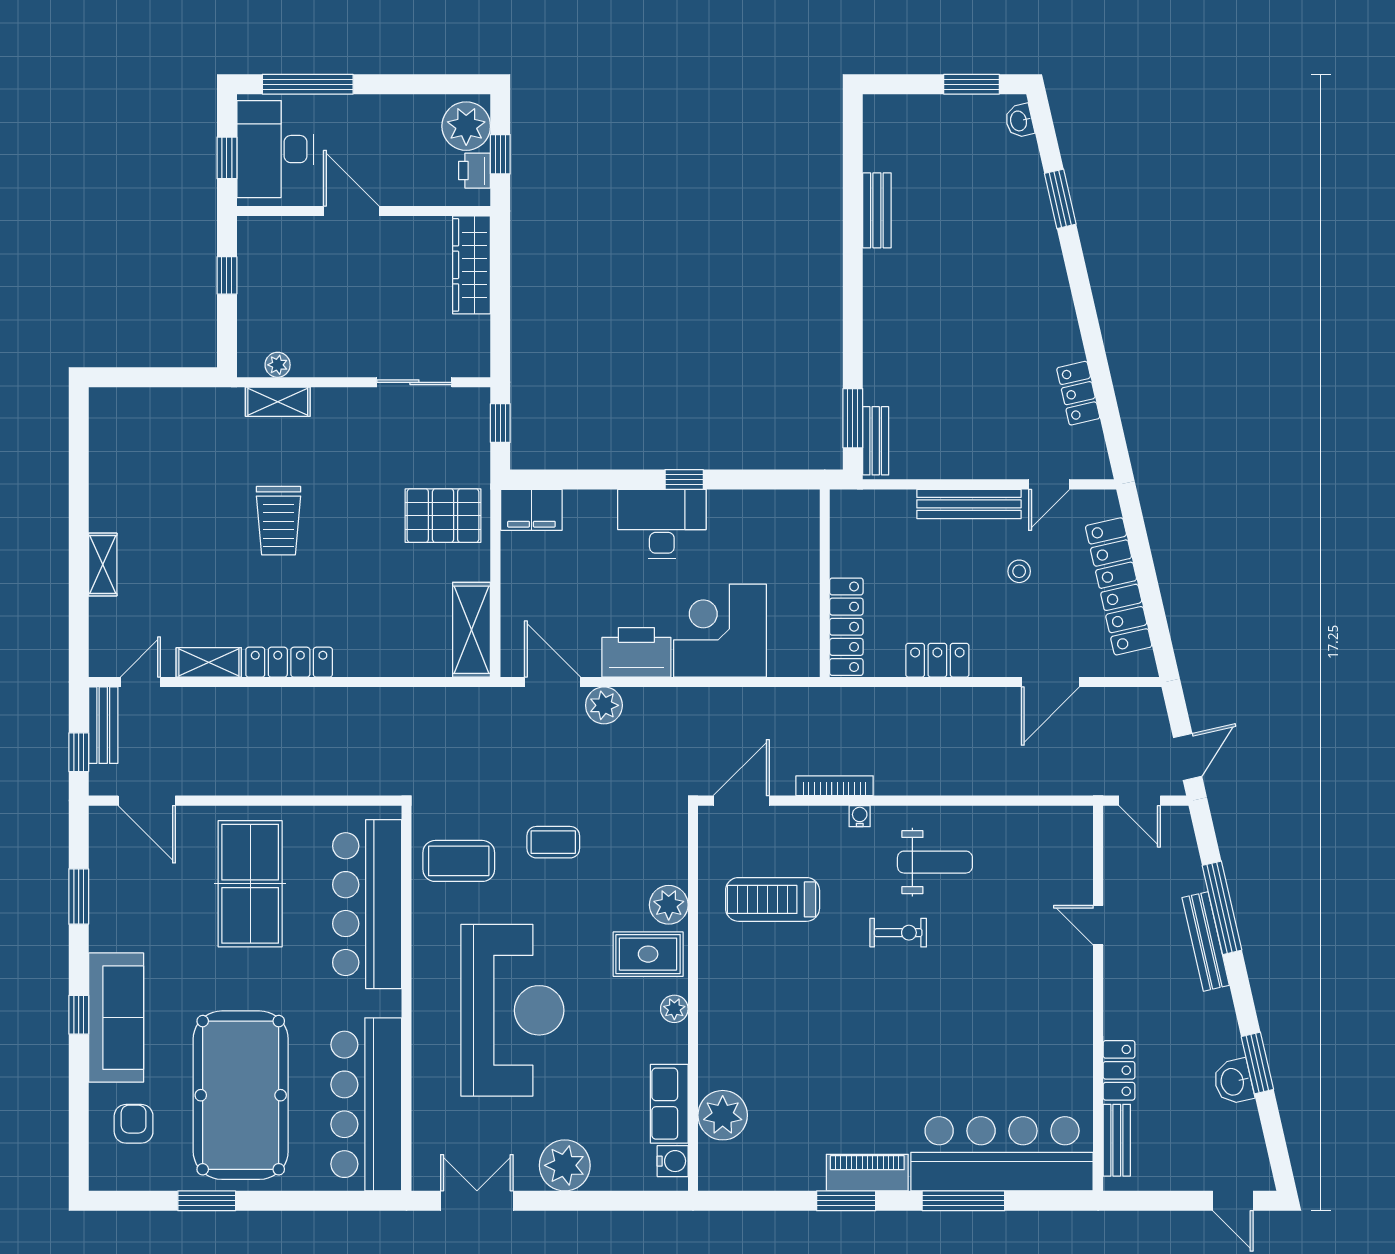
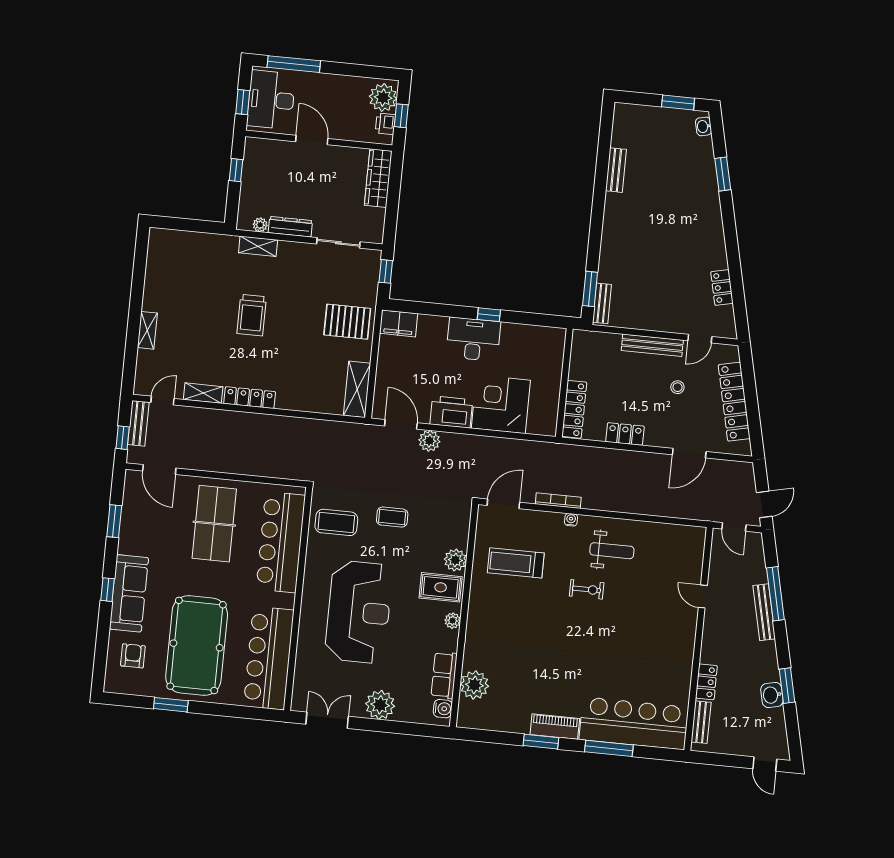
dresser: (330, 363) -> (290, 227), added

